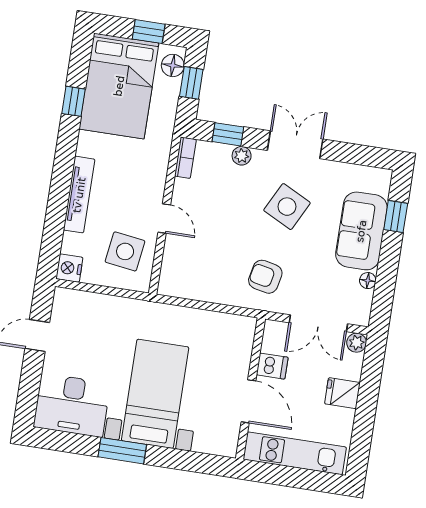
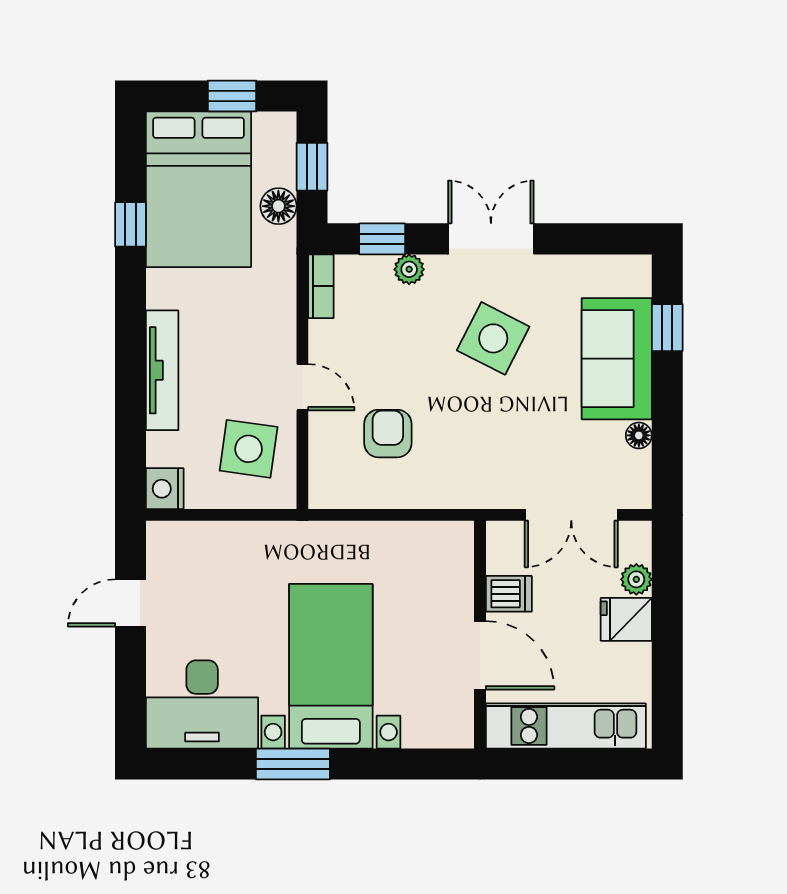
floor lamp: (173, 65) -> (278, 206), moved
armchair: (265, 277) -> (388, 434), moved, turned 78
plant: (357, 343) -> (636, 579), moved

